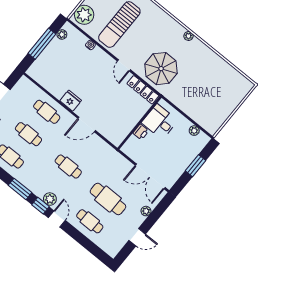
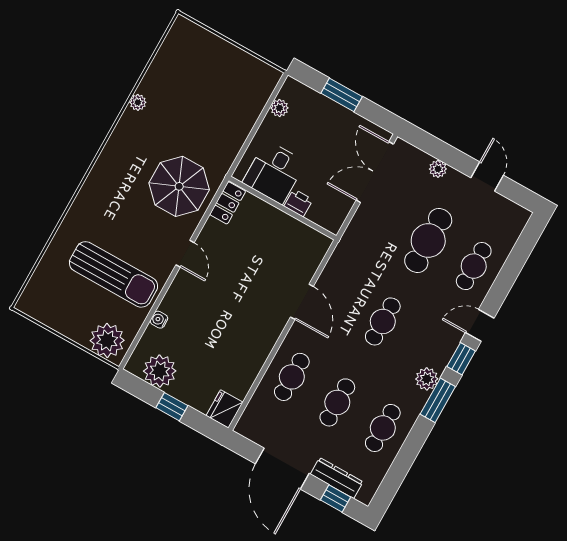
plant: (62, 34) -> (160, 371), width x1.87, depth x1.87
plant: (189, 36) -> (138, 102), moved
window: (42, 44) -> (172, 407), width x0.46
door: (124, 65) -> (185, 254), hinge flipped
locker: (143, 90) -> (228, 203), width x0.66
fridge: (71, 101) -> (224, 409), moved
double door: (150, 176) -> (375, 172), swing flipped
plant: (50, 199) -> (427, 379), moved

